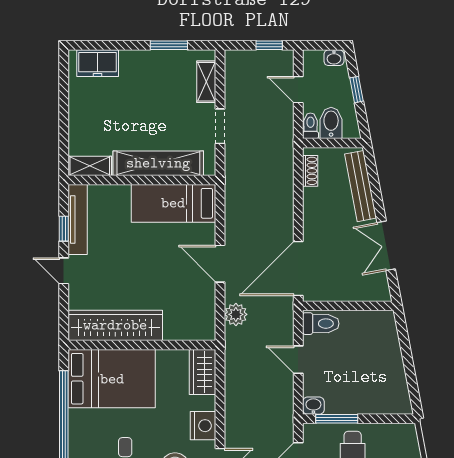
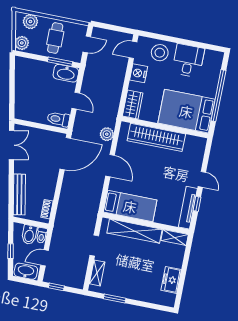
washbasin: (334, 58) -> (26, 271), width x1.91, depth x1.45
freezer: (98, 63) -> (171, 280), moved, turned -90
door: (298, 90) -> (45, 258), swing flipped
double door: (386, 246) -> (11, 145), moved
wardrobe: (115, 325) -> (156, 137), moved
washbasin: (313, 406) -> (66, 73), width x1.91, depth x1.45
plant: (406, 437) -> (22, 43), added

